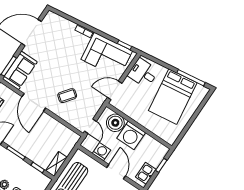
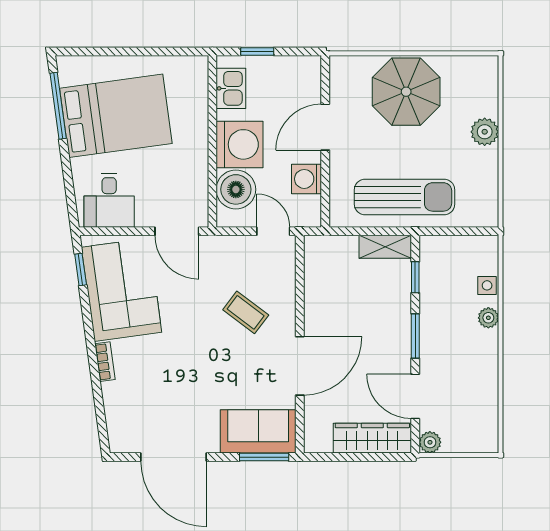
door: (90, 126) -> (273, 231), hinge flipped
kitchen sink: (146, 173) -> (231, 88), moved, turned -90

